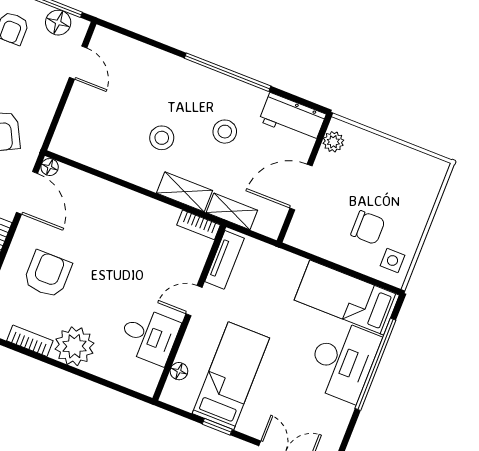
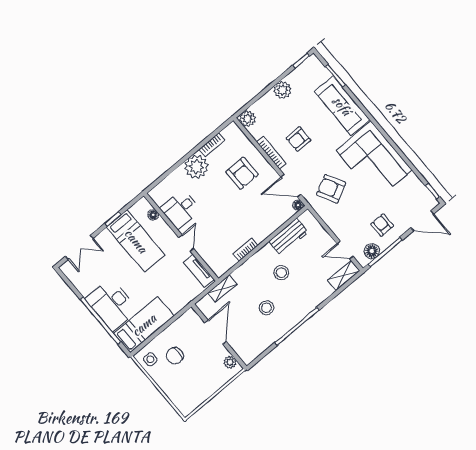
workbench: (292, 118) -> (289, 237), moved, turned 180
shelving: (184, 192) -> (344, 275), moved
bookcase: (199, 225) -> (246, 250), moved

